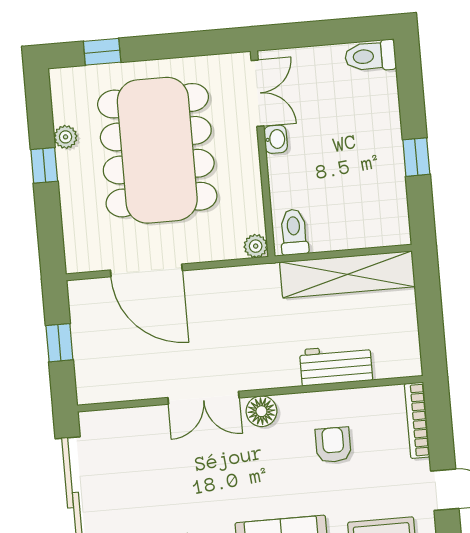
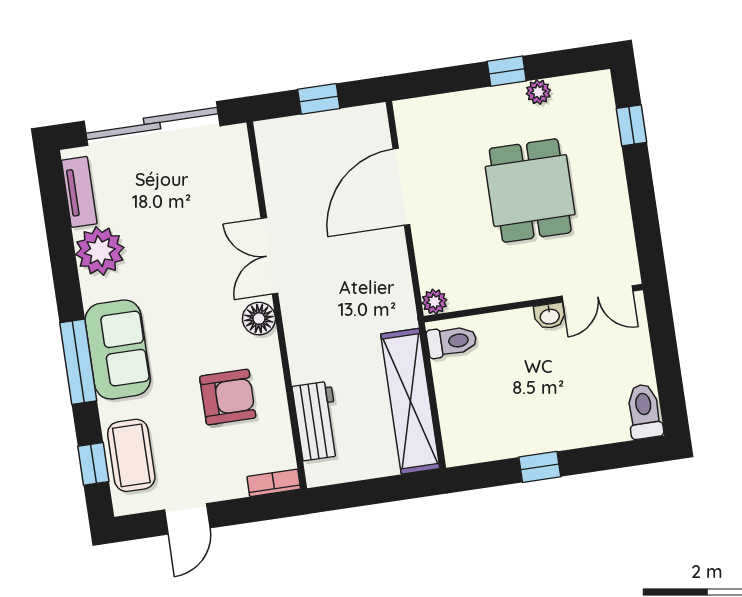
dining table: (157, 150) -> (530, 191), width x0.53, depth x0.80
workbench: (336, 365) -> (317, 421), moved
bookcase: (417, 420) -> (274, 483), width x0.64
armchair: (333, 445) -> (228, 397), width x1.38, depth x1.38

